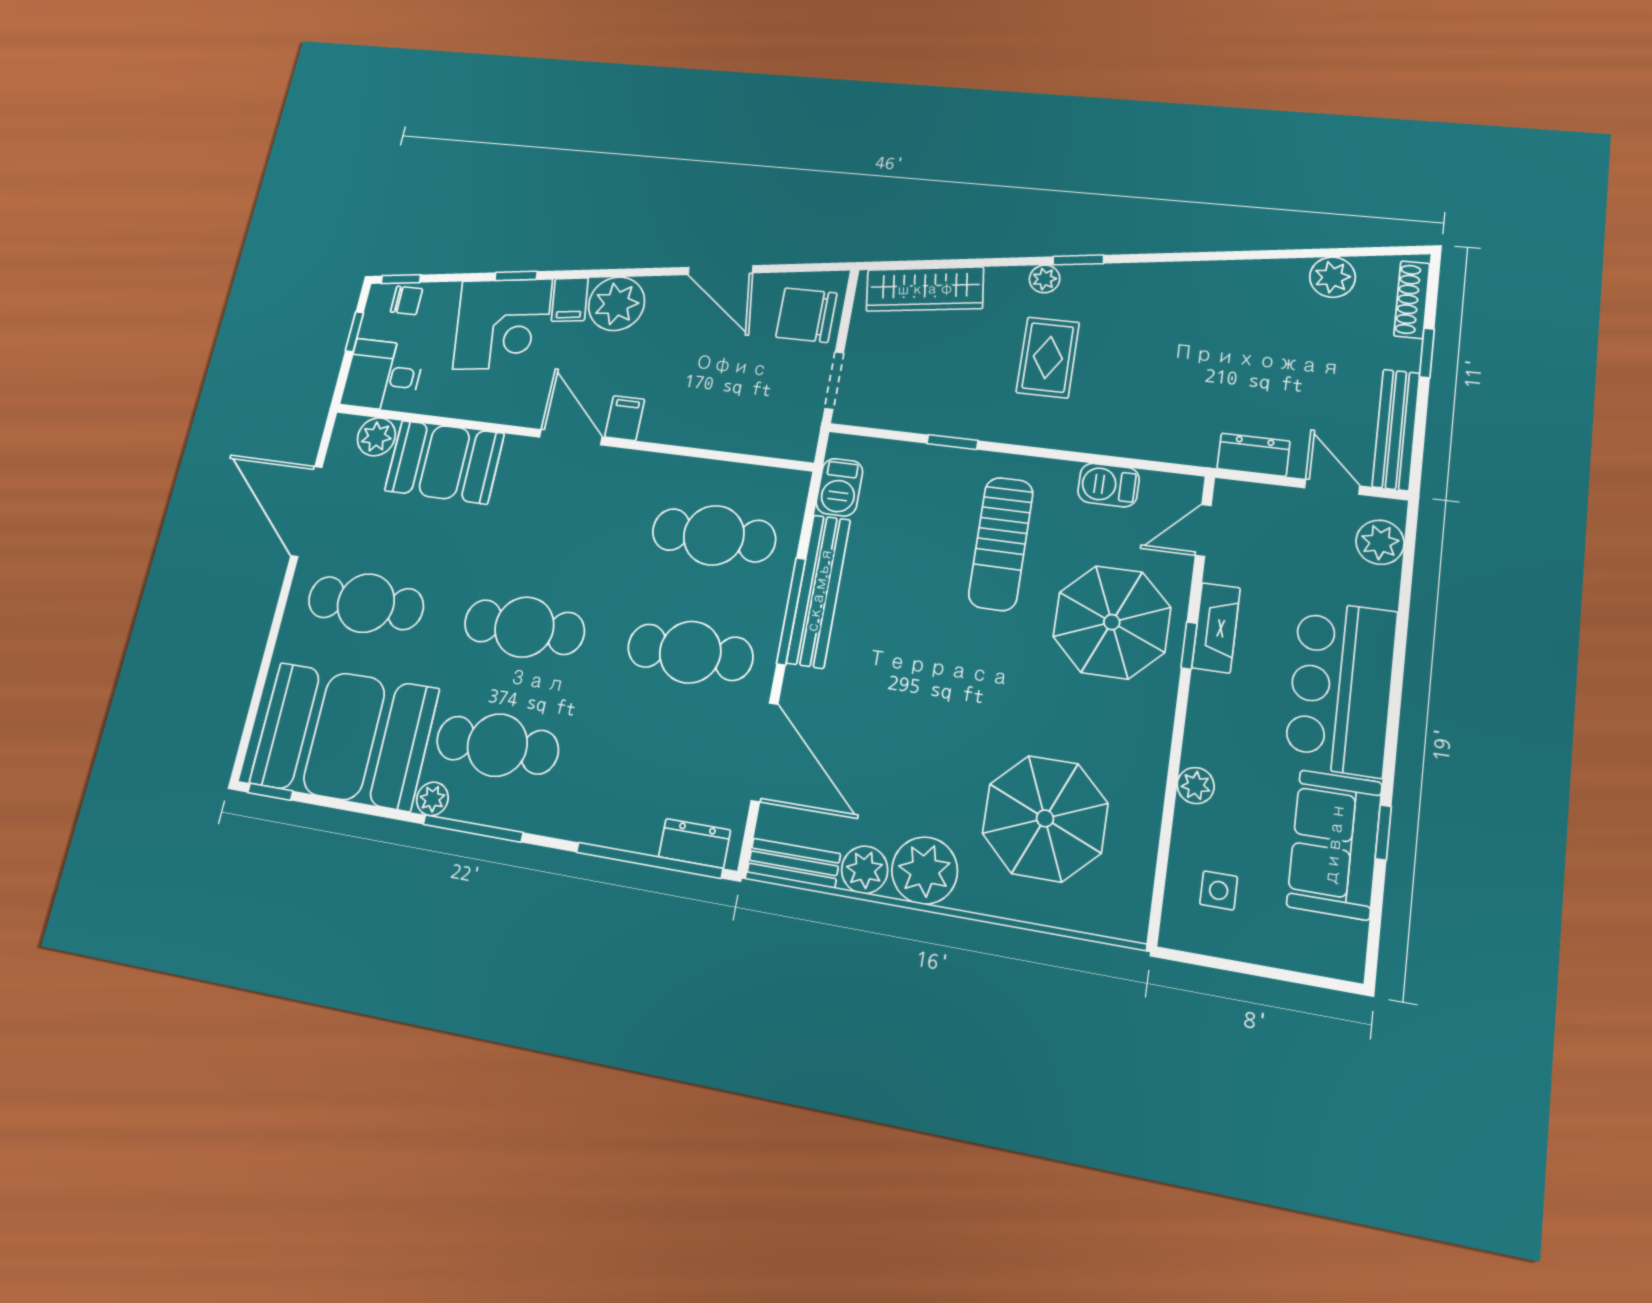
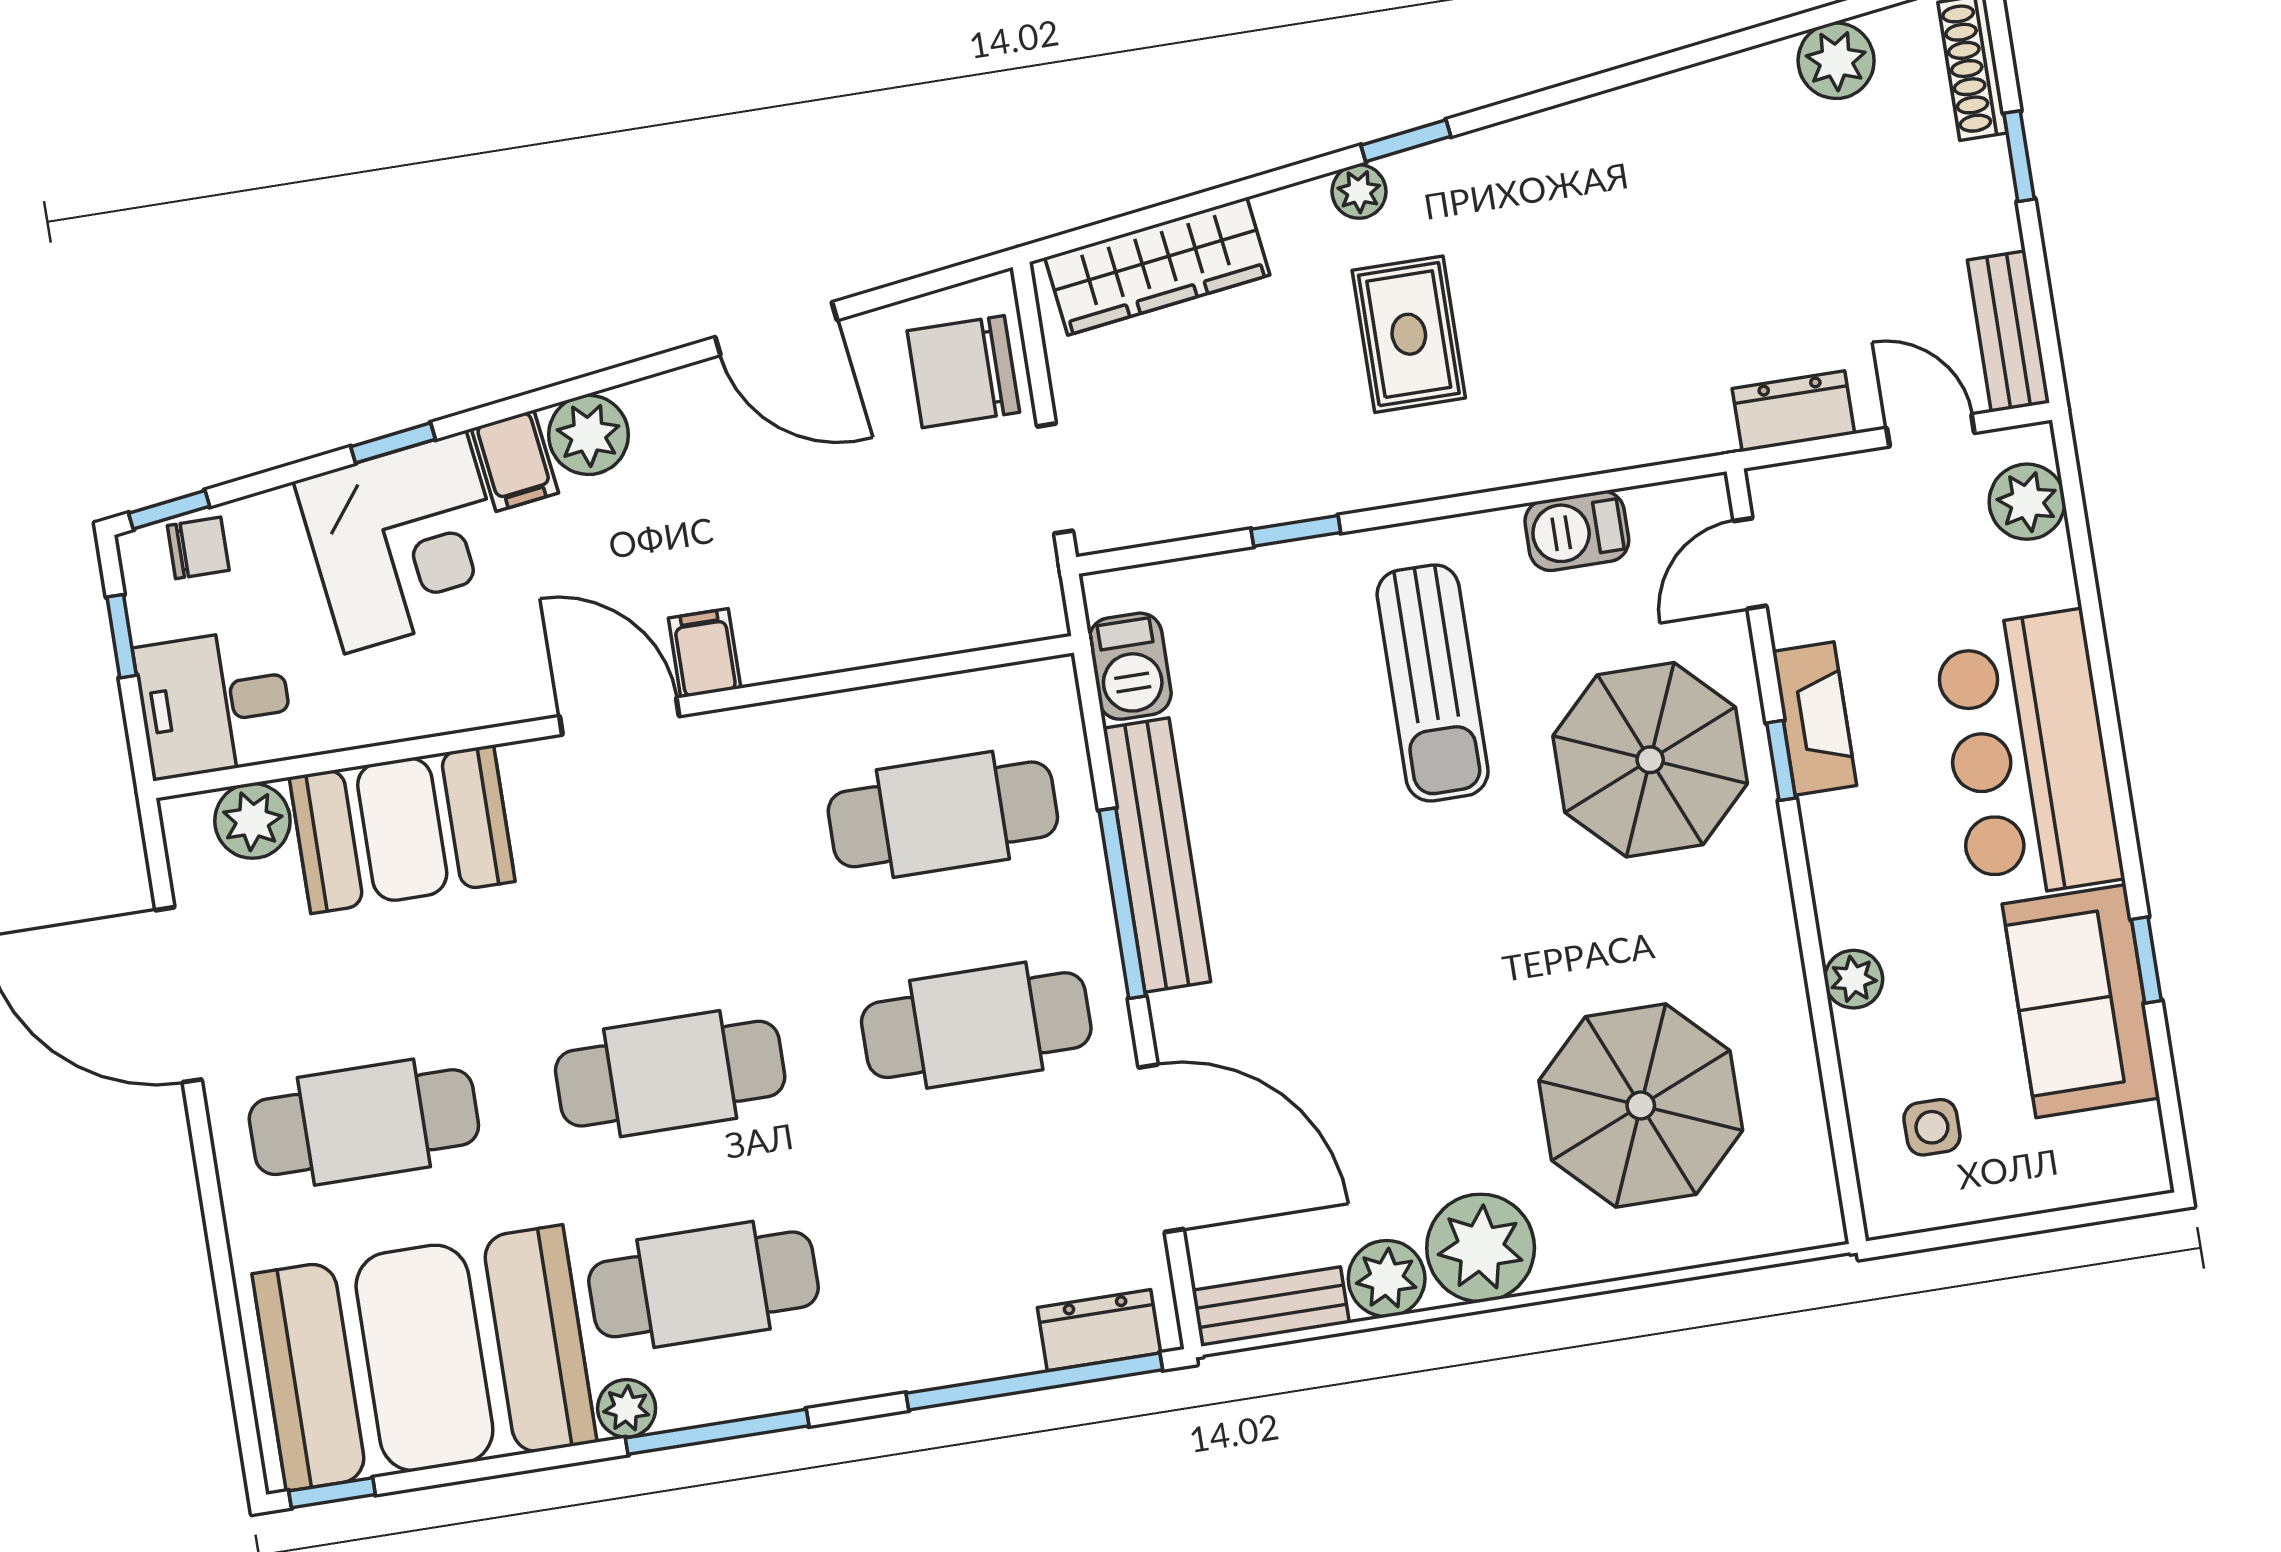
plant: (617, 304) -> (588, 435), width x0.73, depth x0.73
bench: (1396, 430) -> (2008, 331), width x0.73

